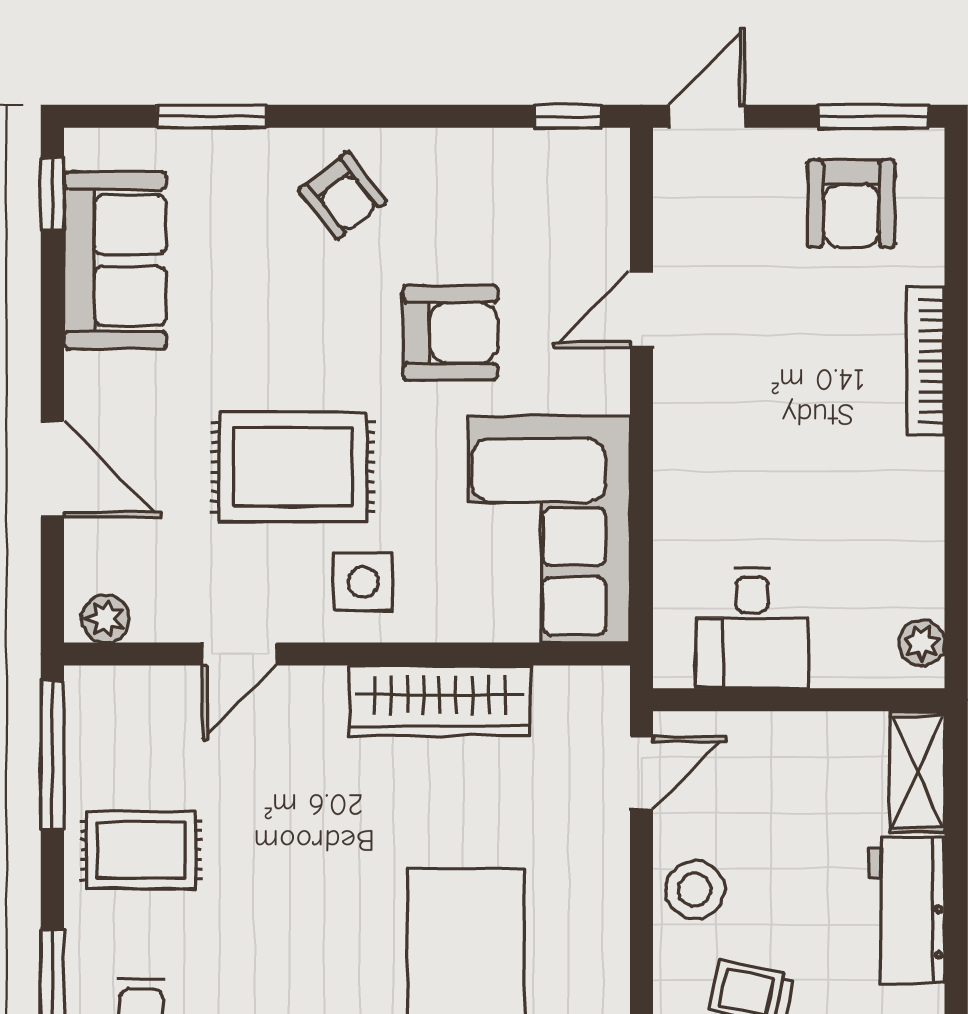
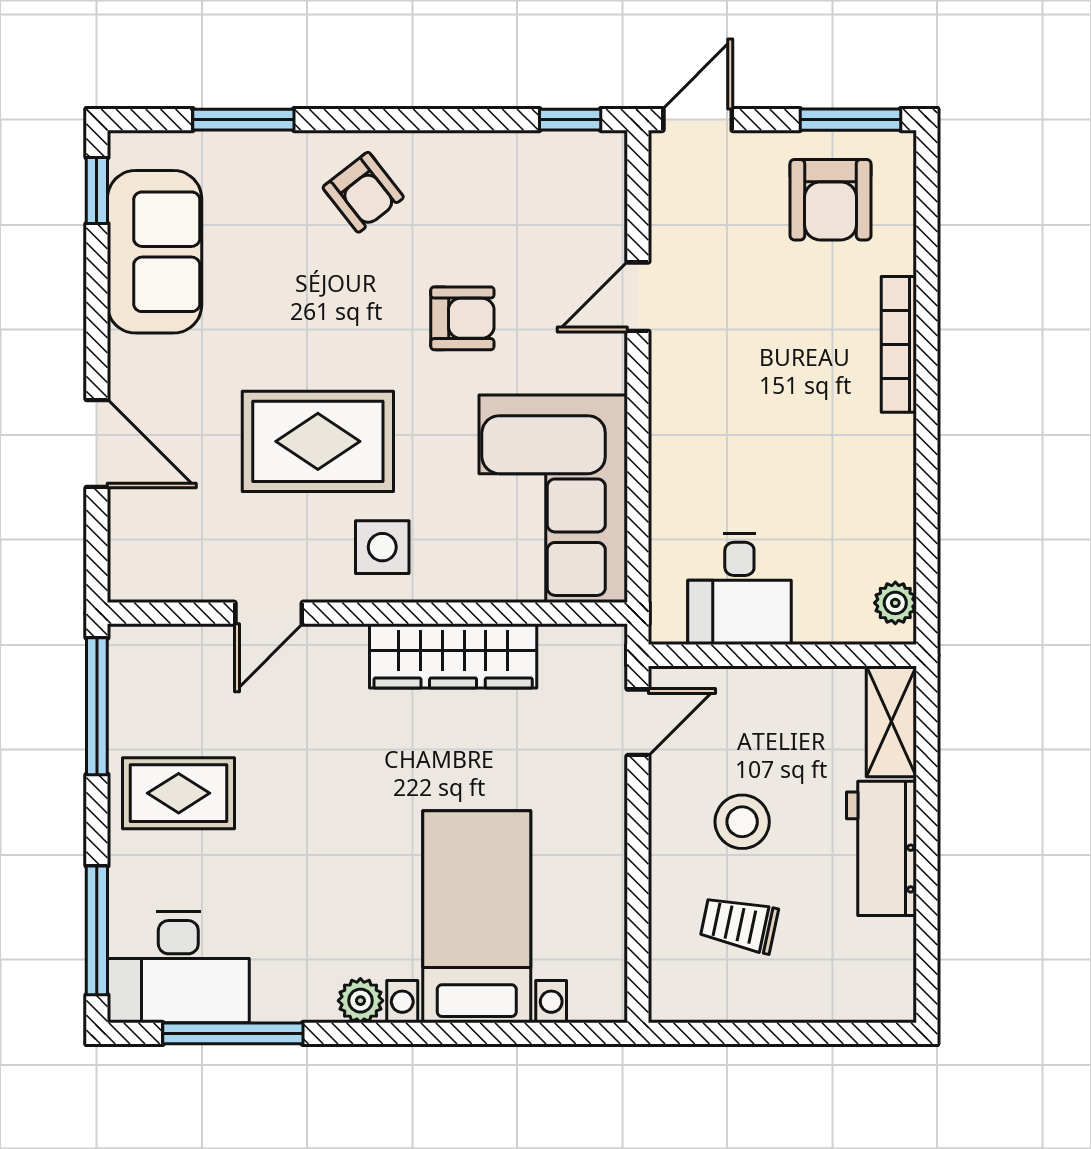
armchair: (450, 333) -> (462, 318), width x0.72, depth x0.72
plant: (106, 619) -> (146, 581), removed
stool: (695, 890) -> (742, 822), moved

